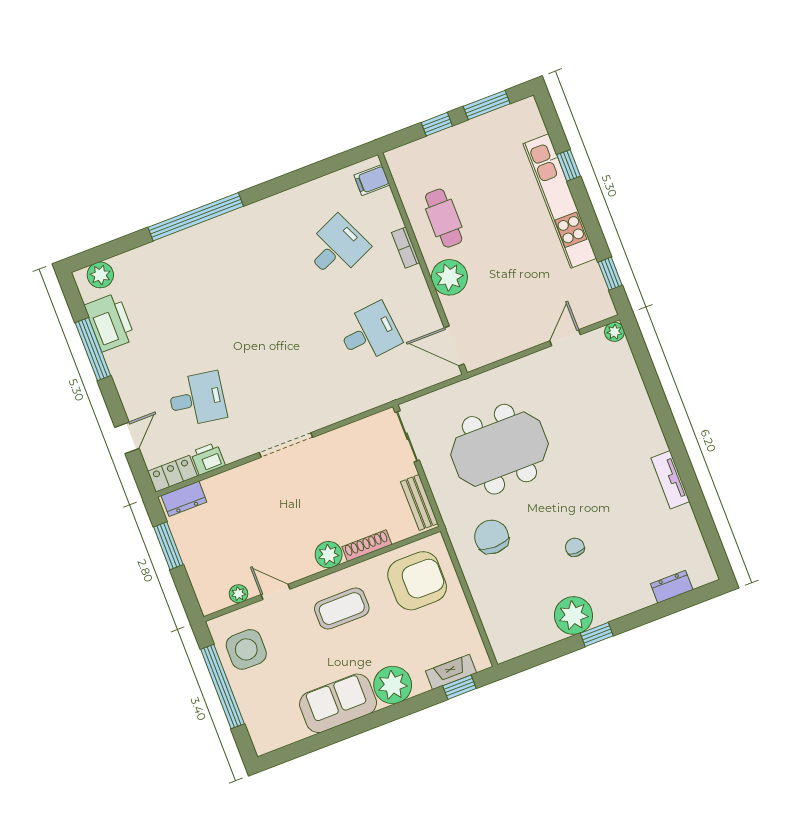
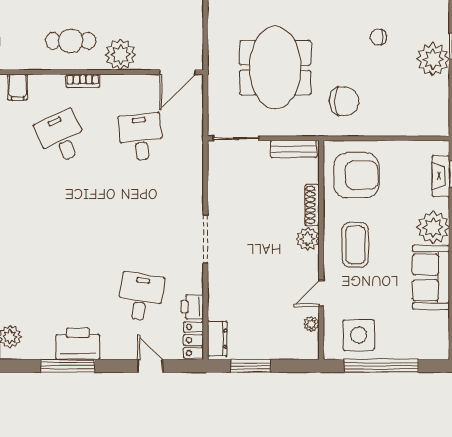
printer: (110, 322) -> (78, 344), moved
chair: (492, 537) -> (344, 101), turned 180
armchair: (417, 581) -> (356, 175), turned 90

